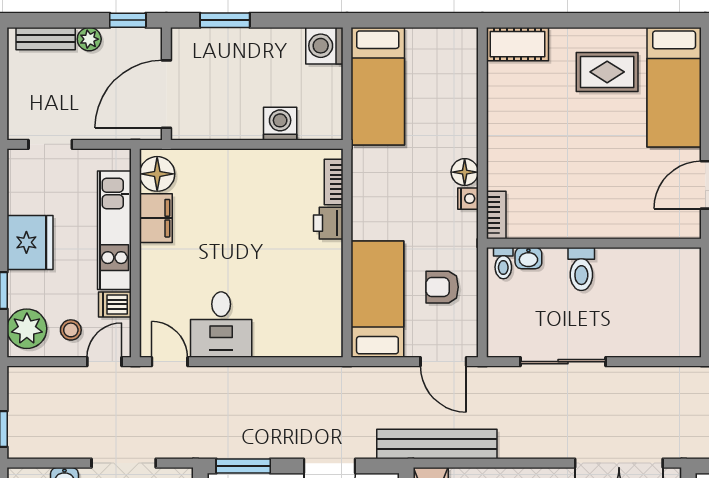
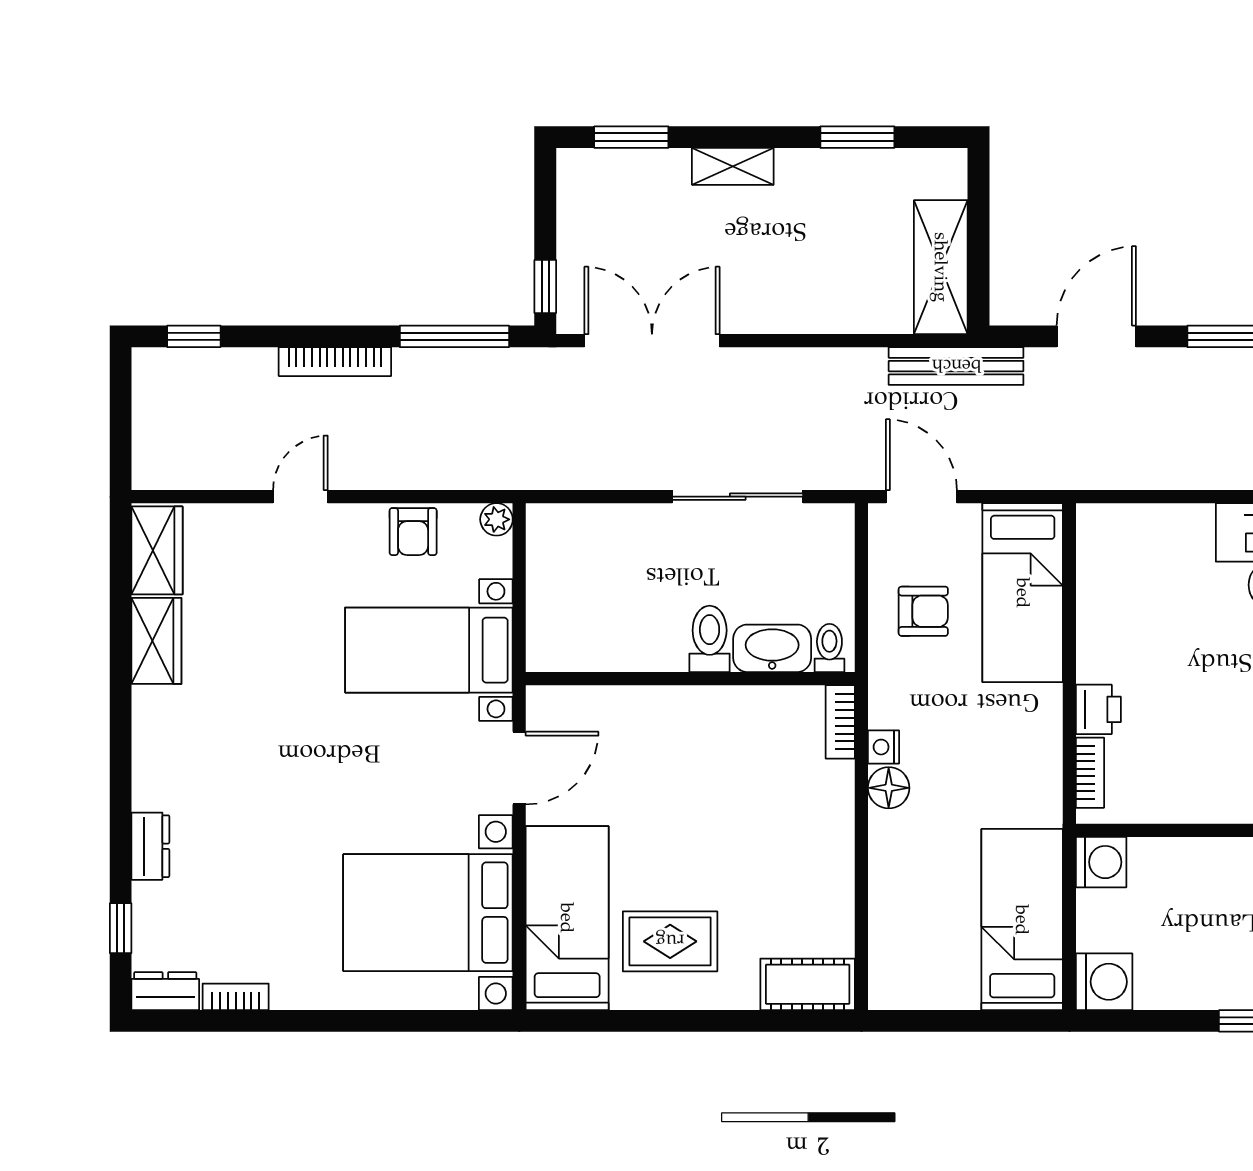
washing machine: (280, 124) -> (1101, 862), moved, turned -90
washbasin: (528, 258) -> (772, 648), width x1.91, depth x1.45
bench: (437, 444) -> (956, 366), width x0.73, depth x0.82

